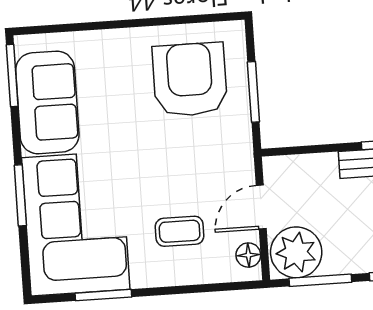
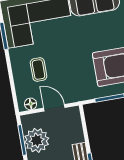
plant: (296, 252) -> (37, 140), moved

